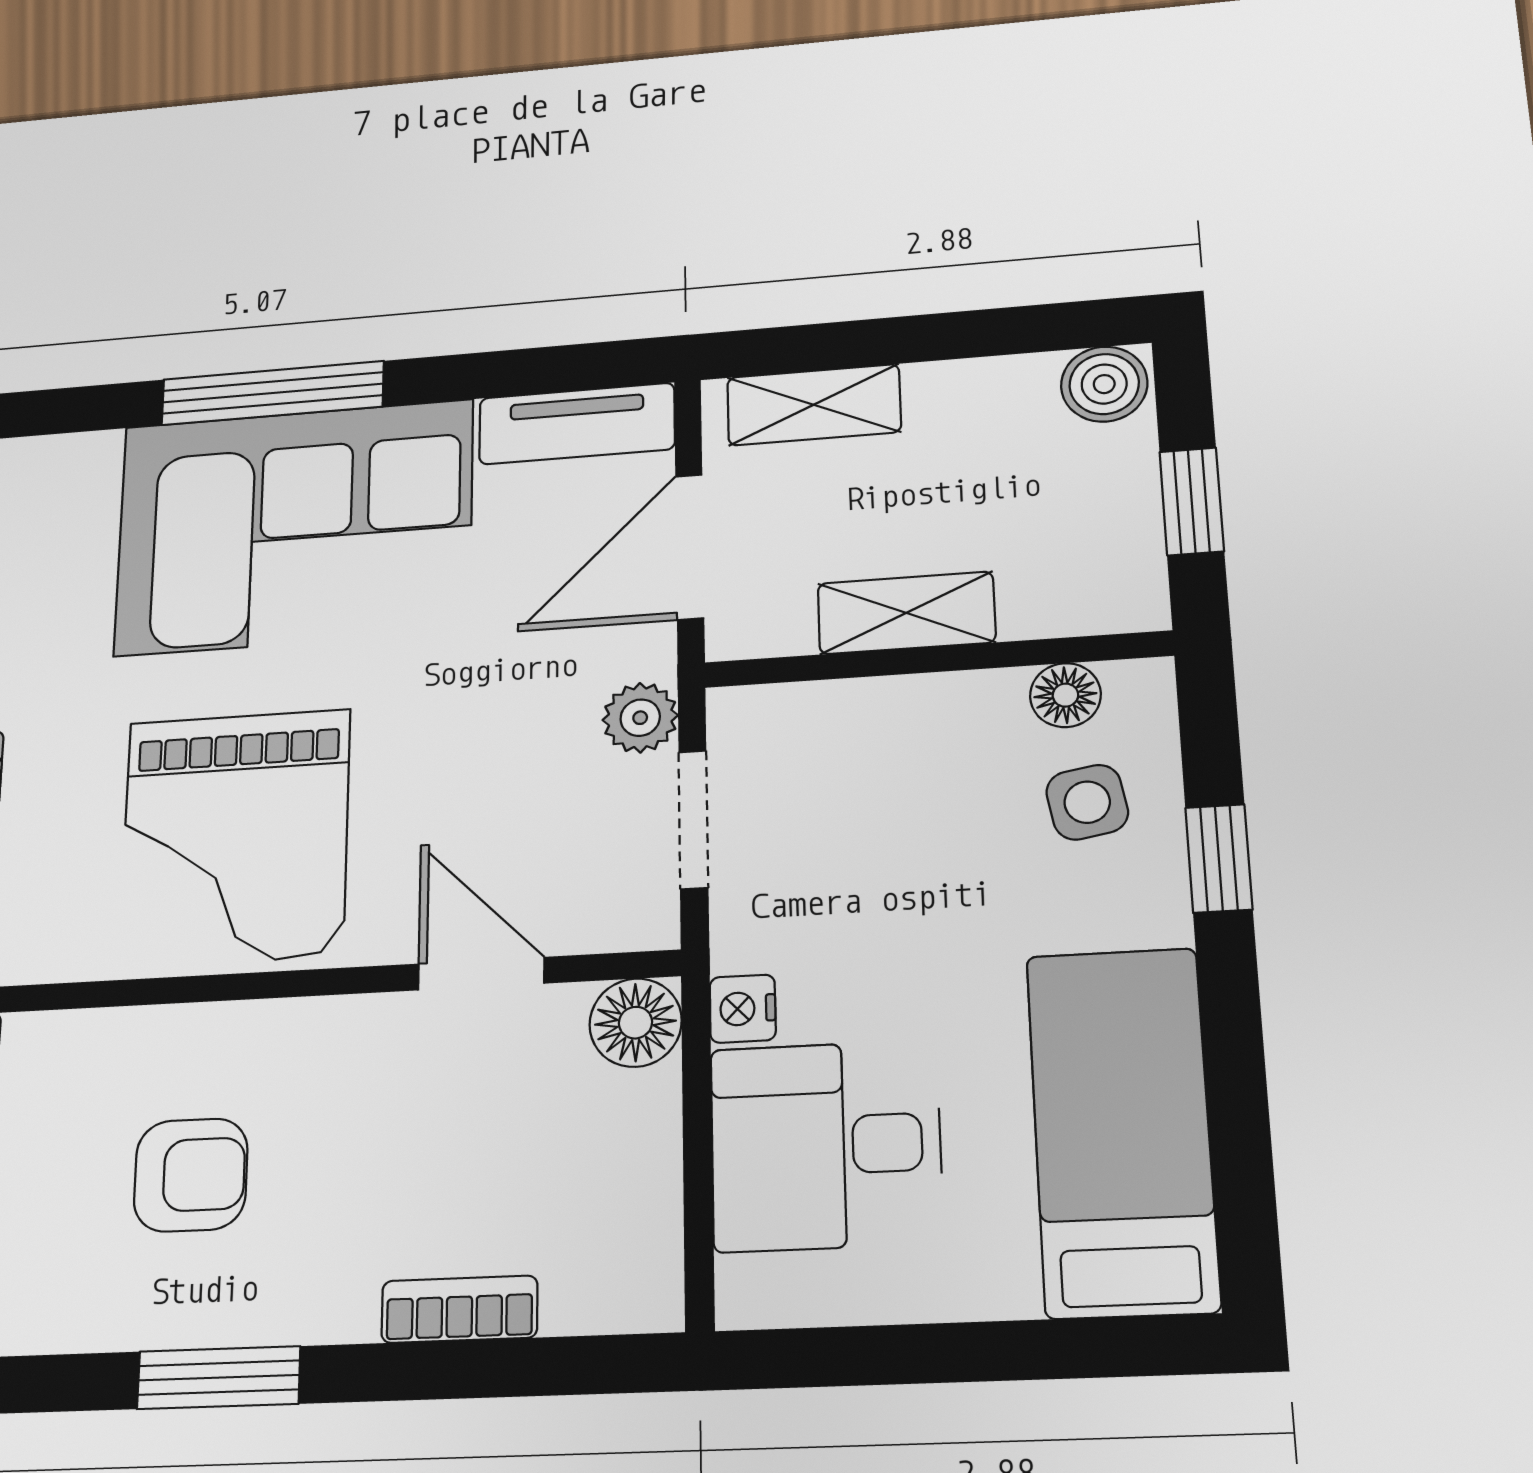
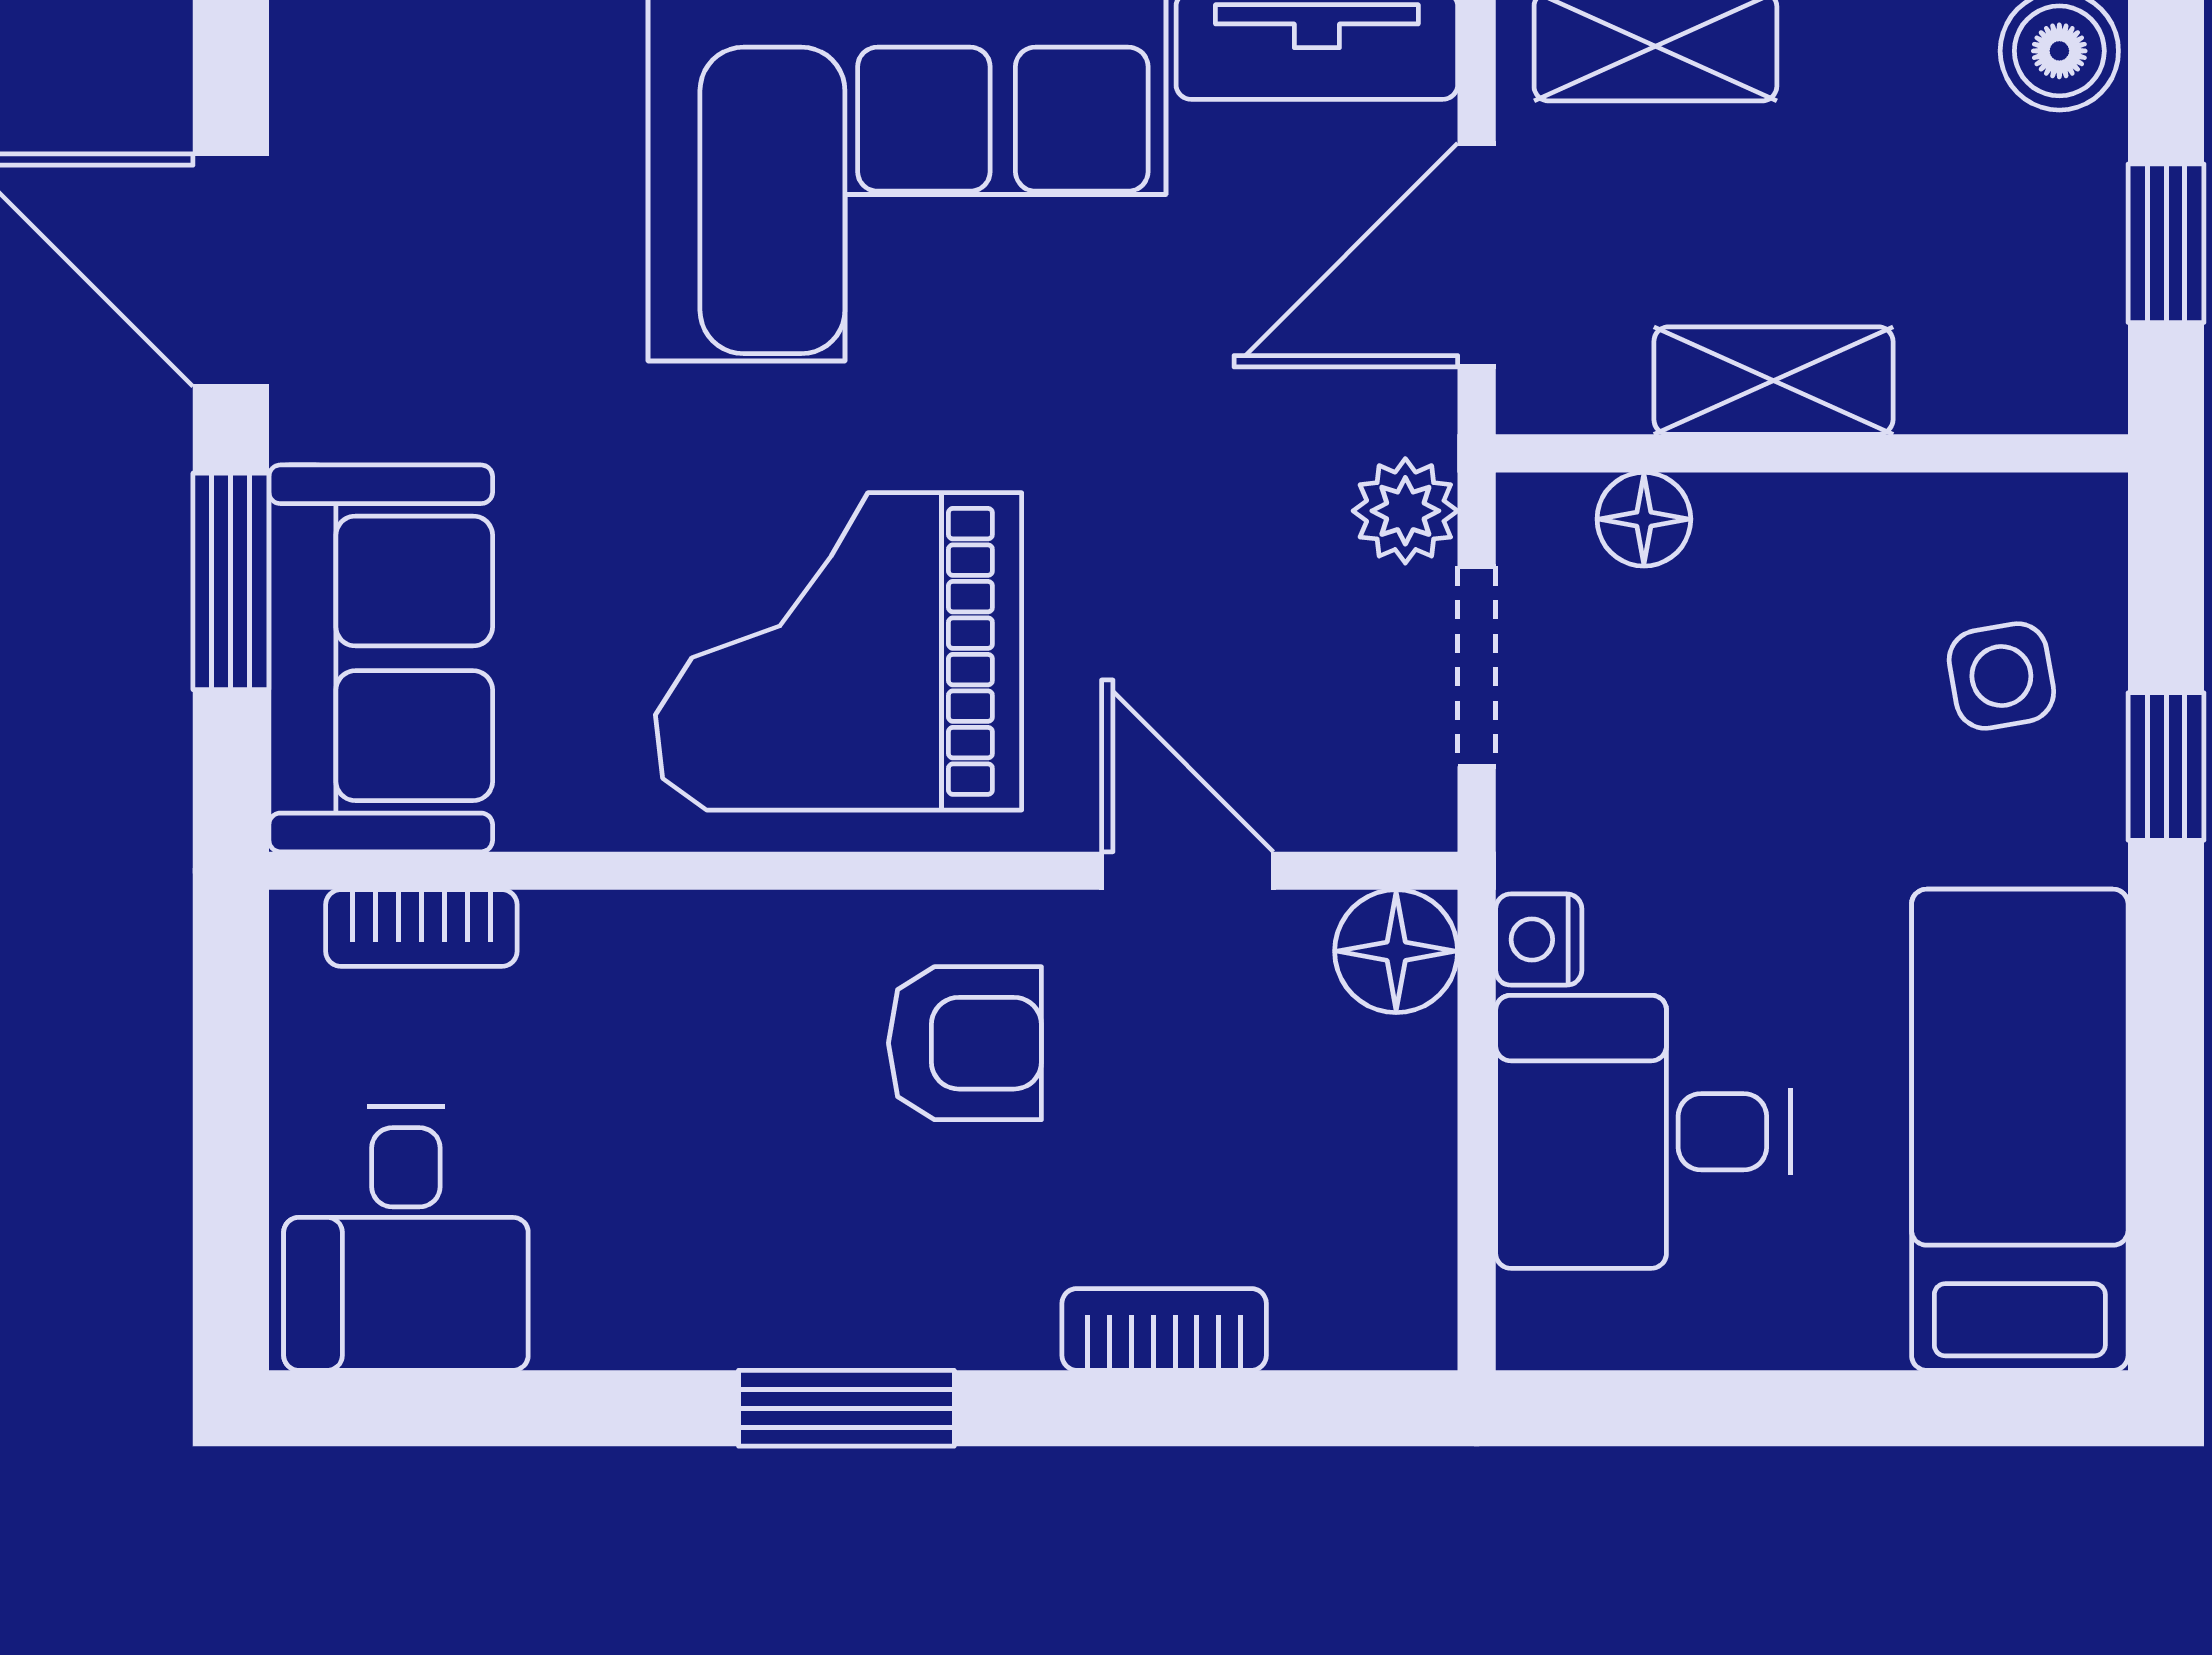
floor lamp: (1065, 695) -> (1644, 519), moved
grand piano: (235, 838) -> (839, 651), turned 90
armchair: (191, 1175) -> (965, 1043), moved

